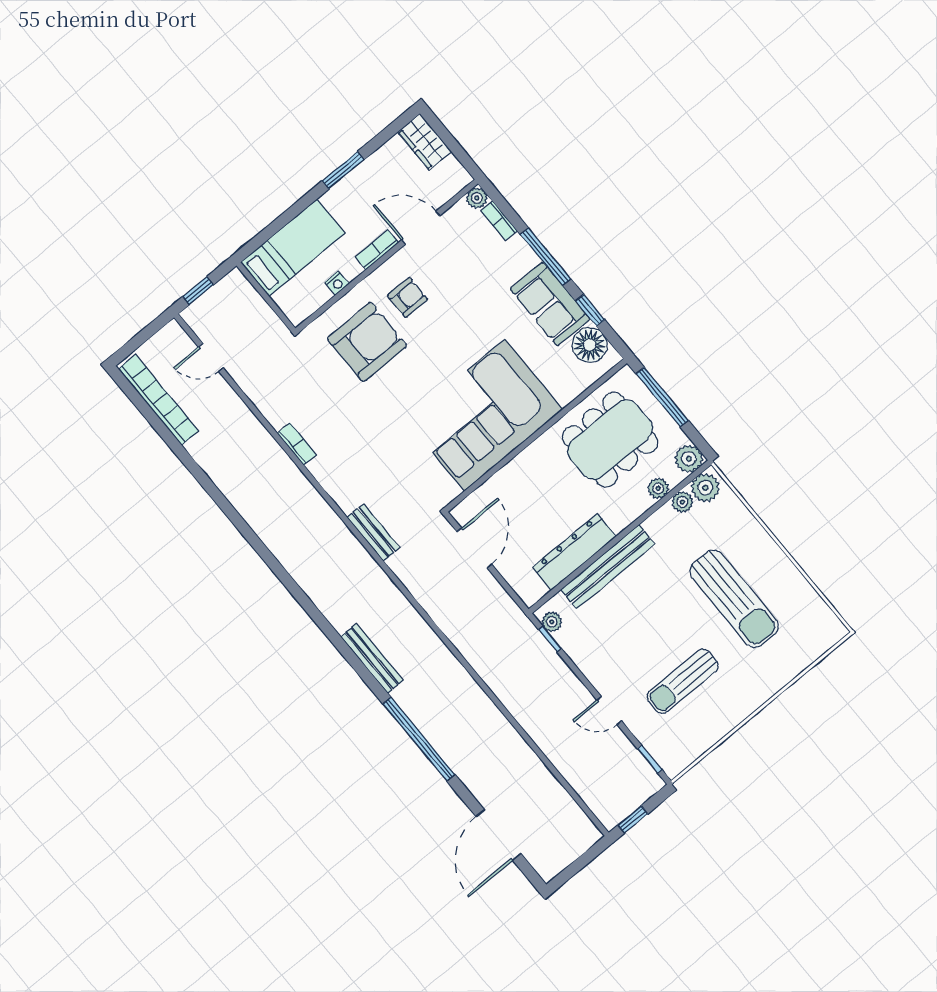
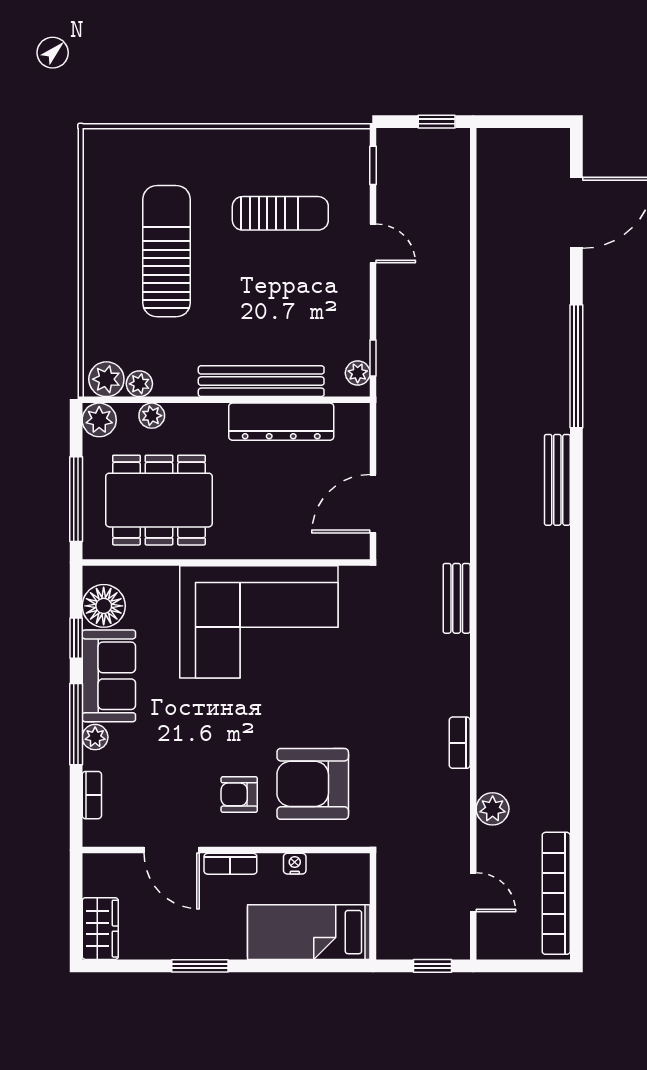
plant: (477, 198) -> (95, 737), moved
plant: (242, 420) -> (493, 809), added

